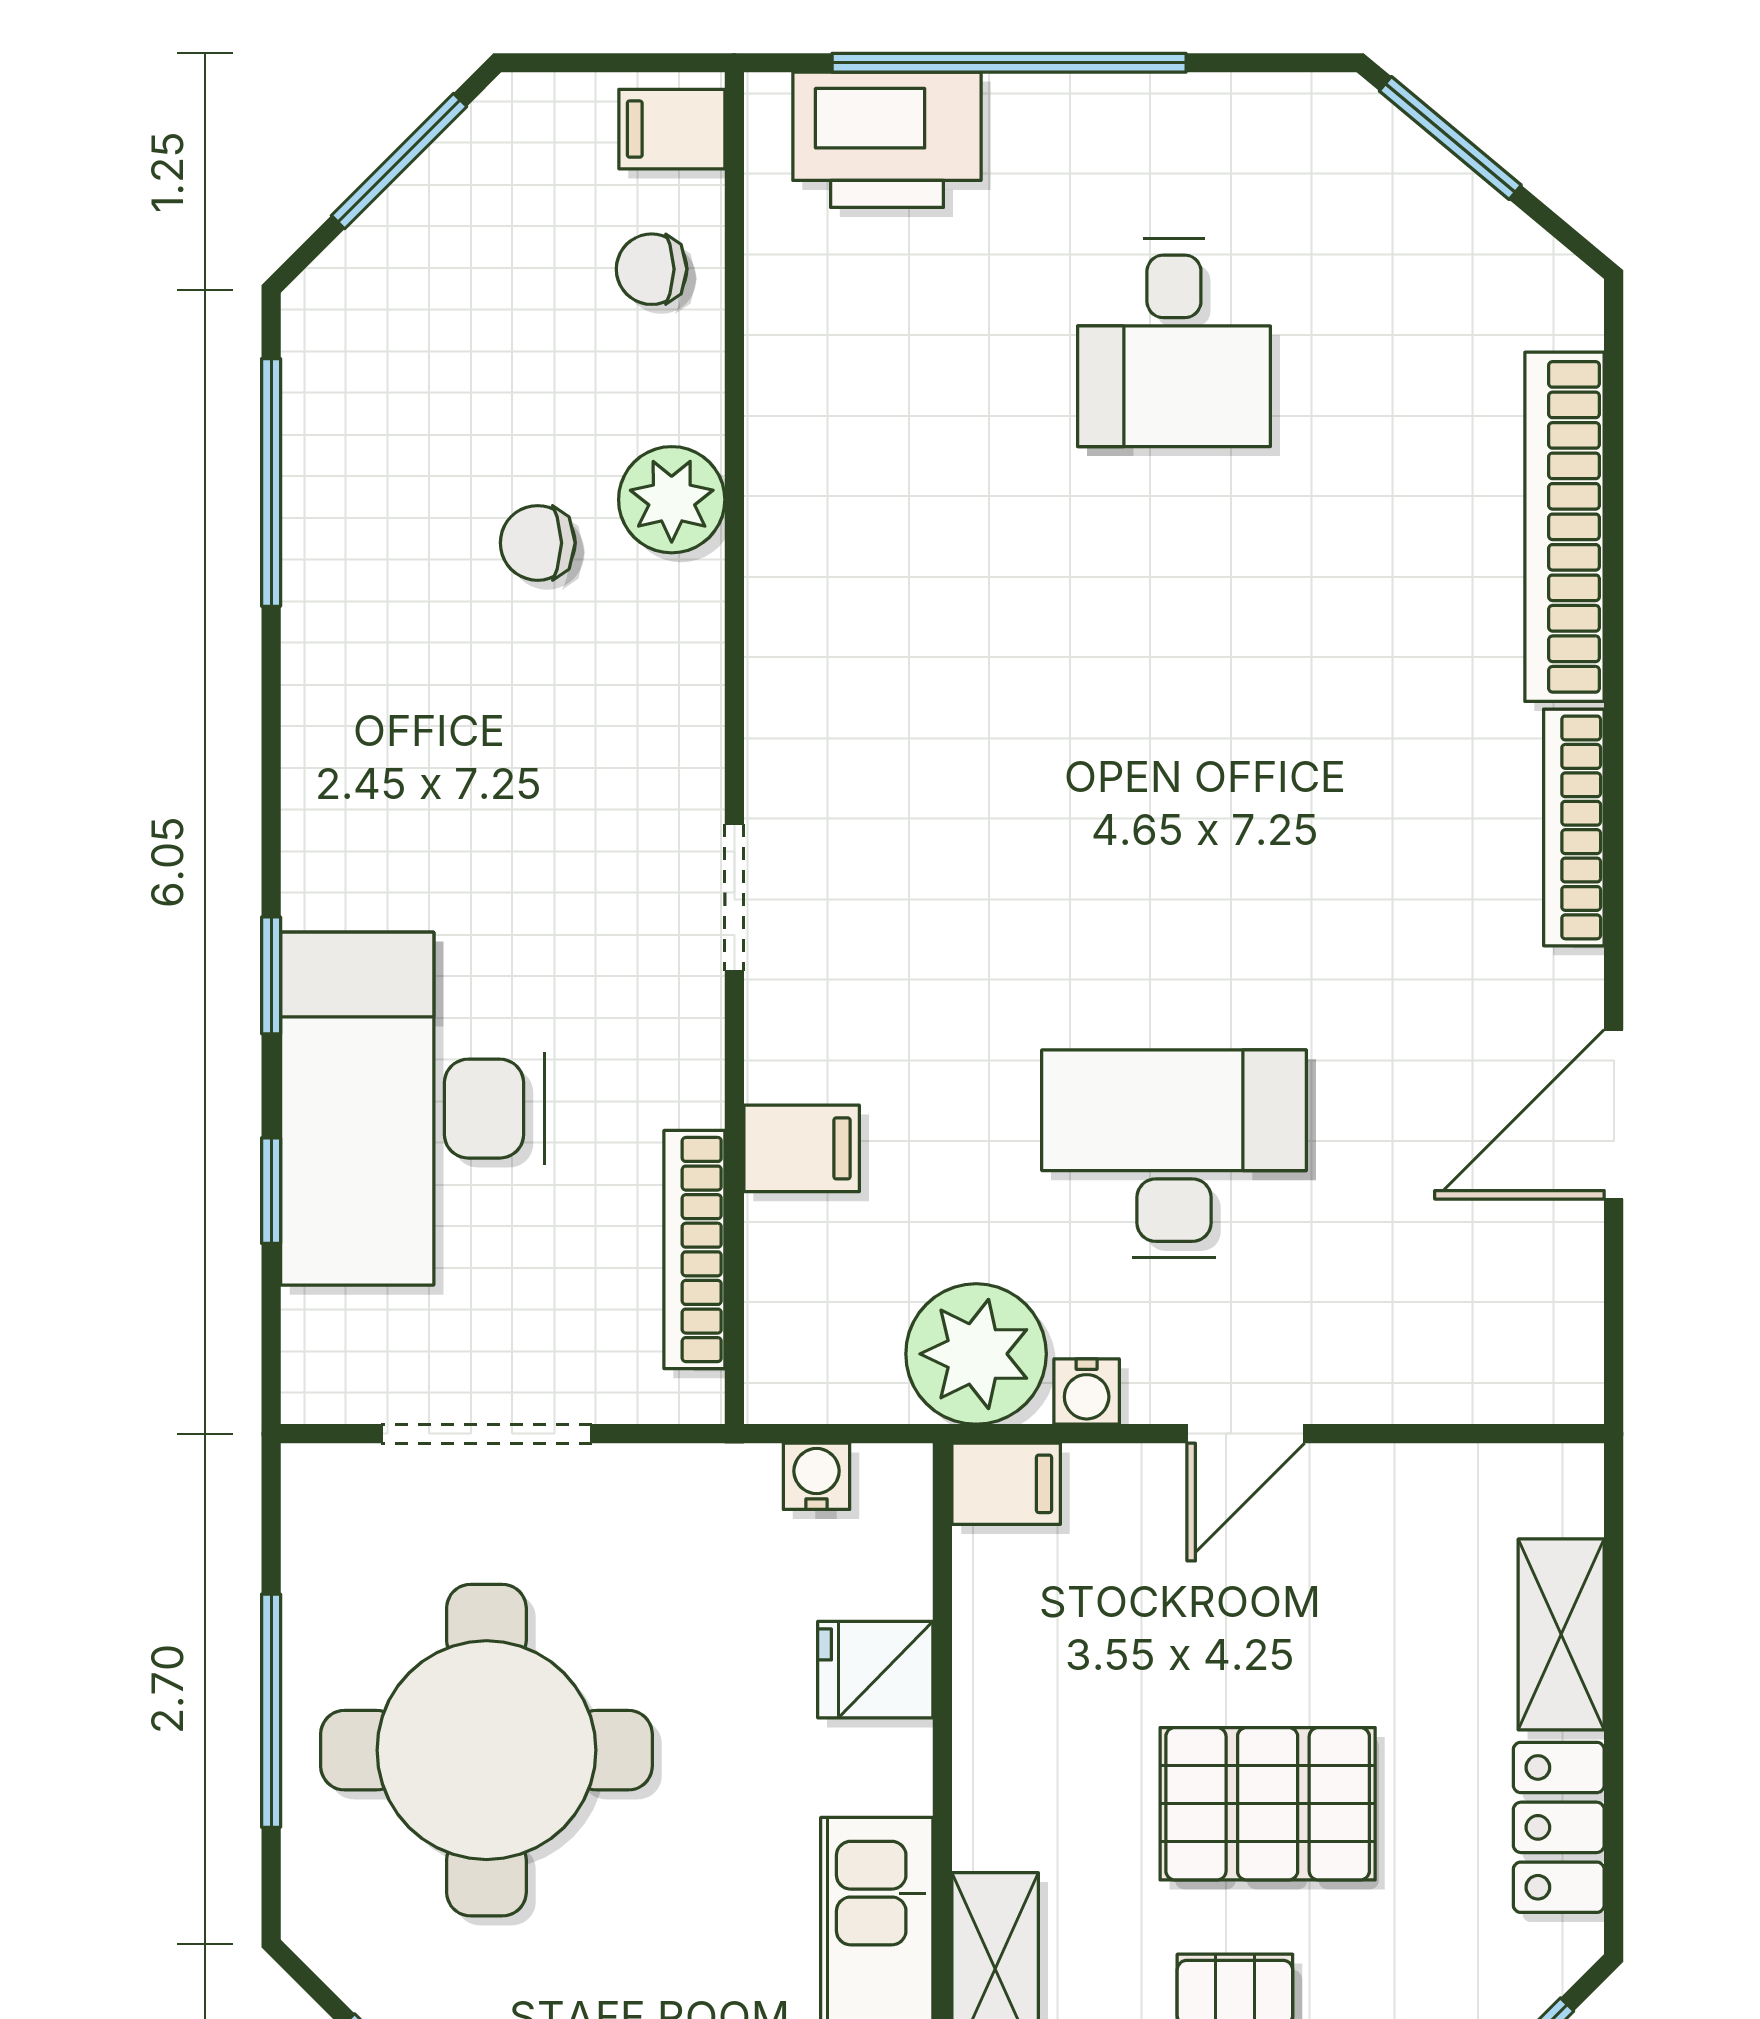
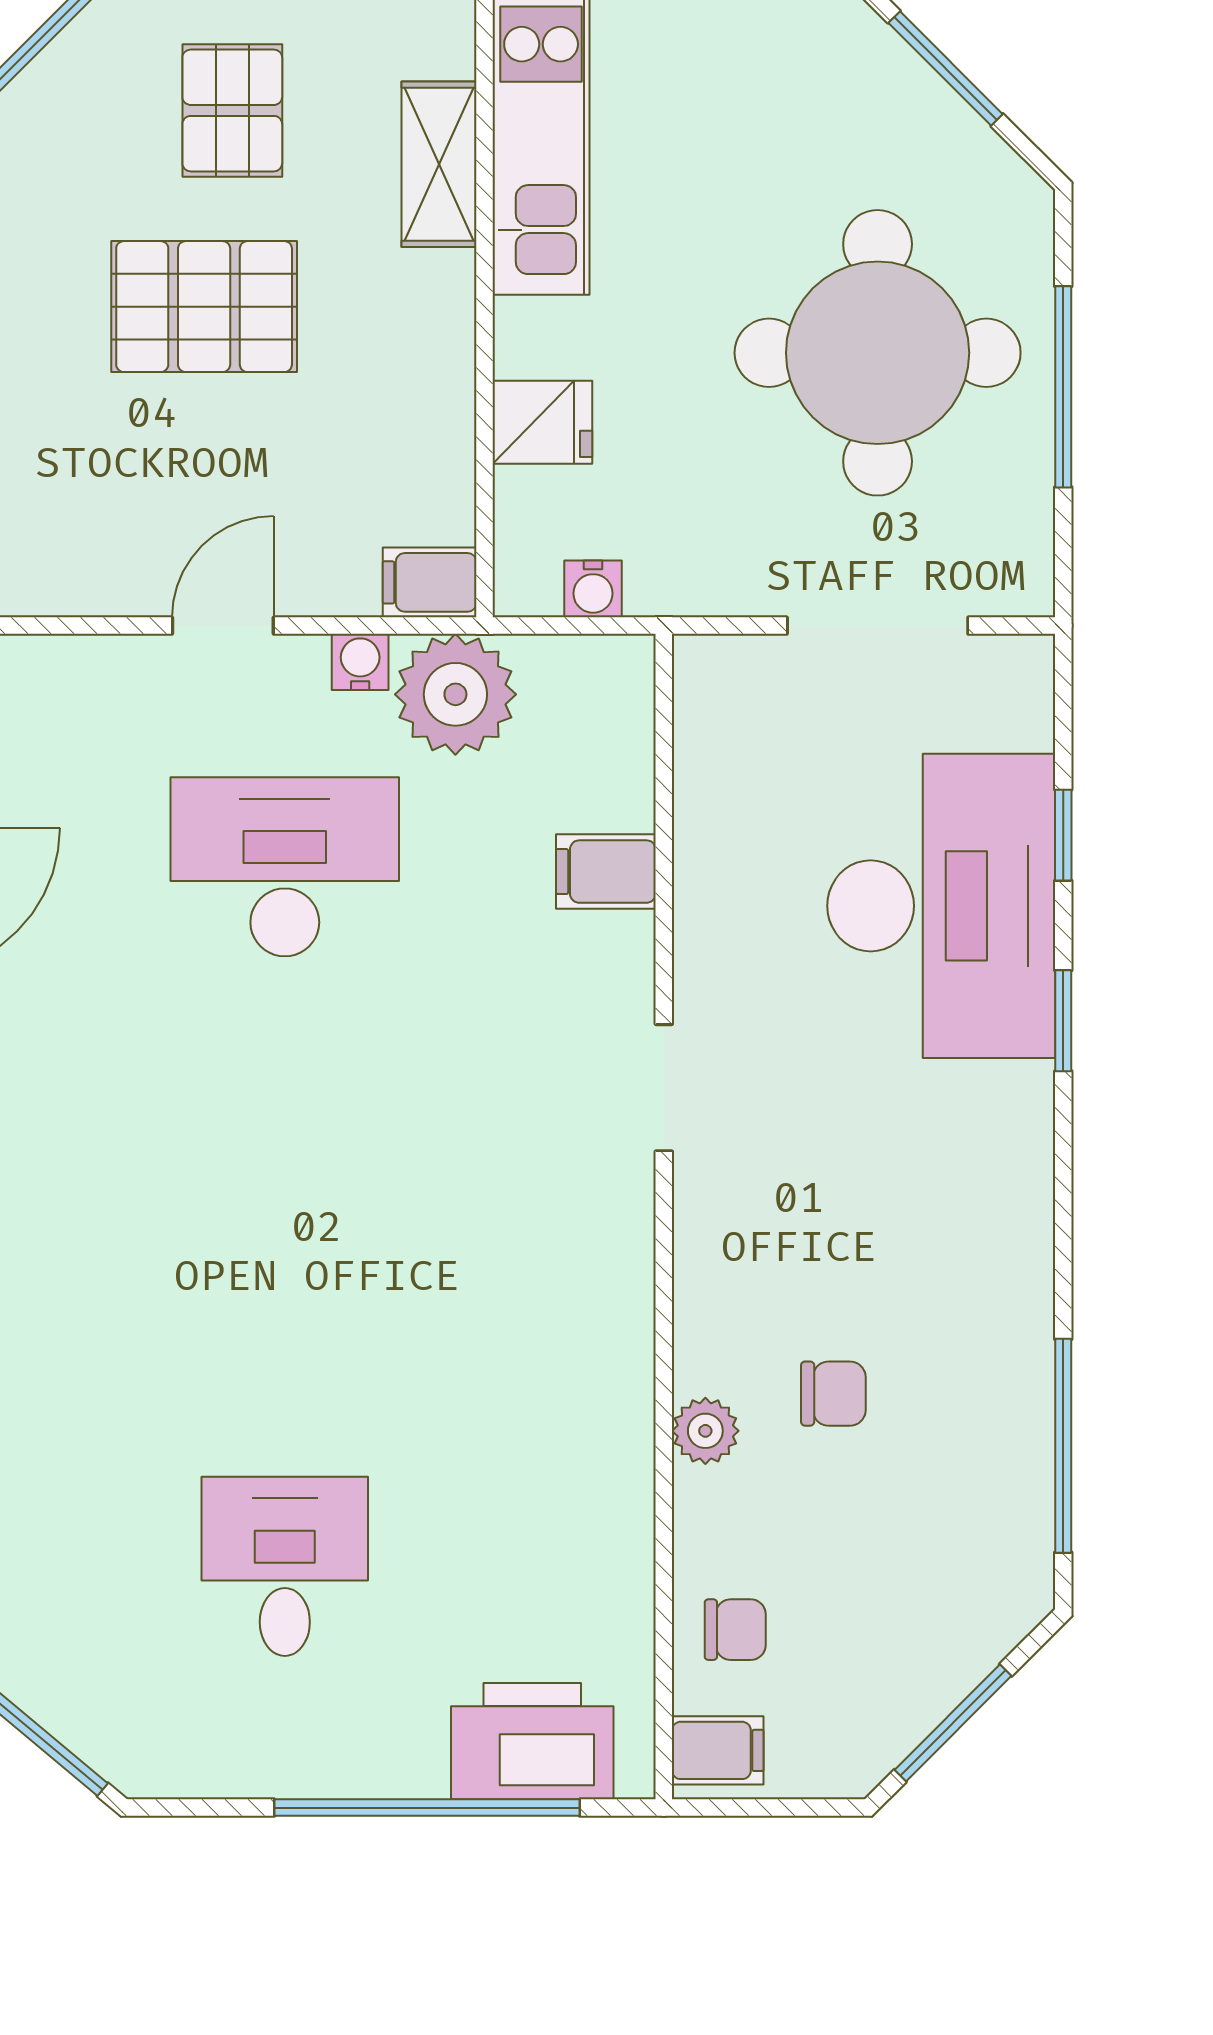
plant: (672, 500) -> (705, 1431), width x0.73, depth x0.73
desk: (1174, 1154) -> (285, 867), turned 180
bookcase: (694, 1250) -> (698, 784), removed

